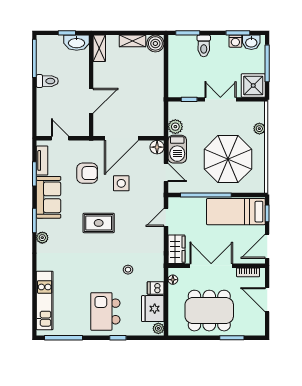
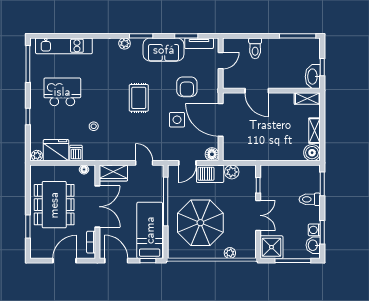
toilet: (47, 81) -> (255, 48), moved
kitchen island: (105, 311) -> (62, 92), moved

